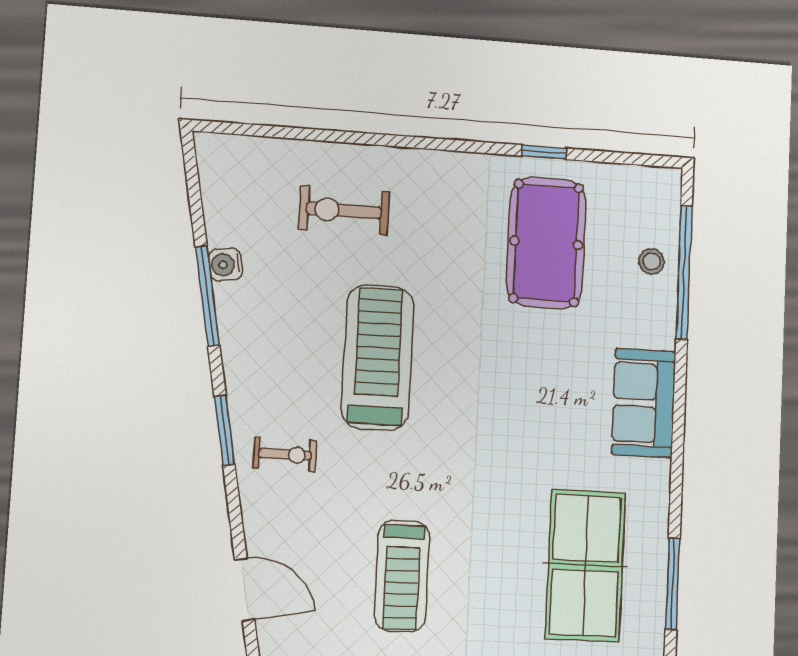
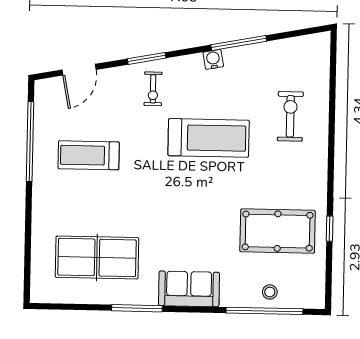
water cooler: (225, 265) -> (213, 59), moved
window: (224, 430) -> (147, 58), moved
window: (673, 584) -> (137, 308), moved

